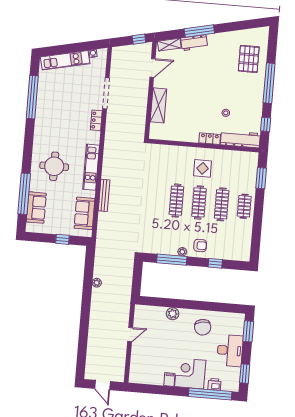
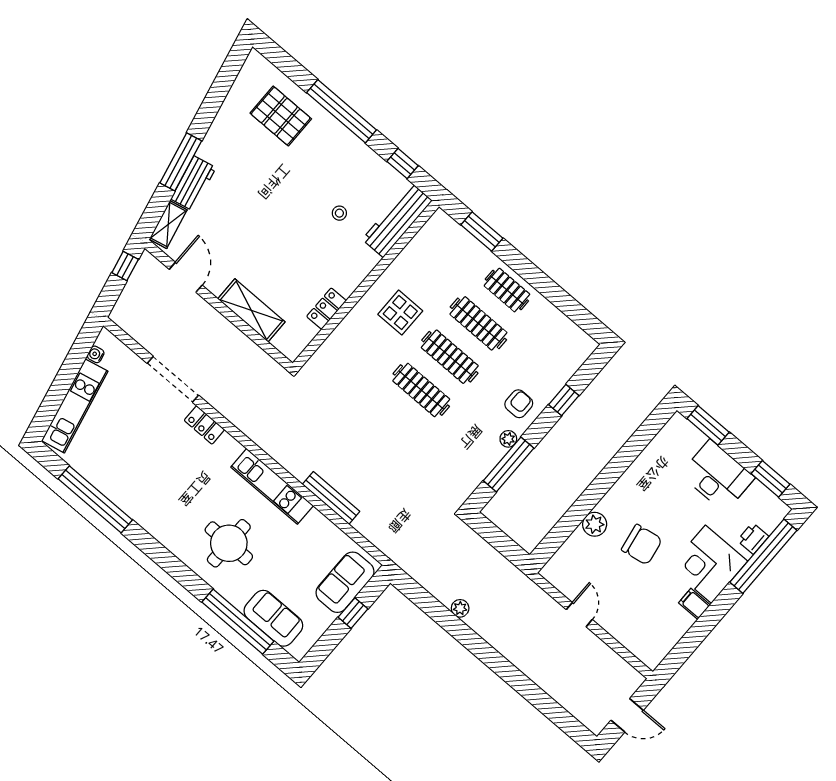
locker: (210, 139) -> (326, 309), moved
sofa: (85, 213) -> (345, 582), moved, turned 90
chair: (203, 327) -> (642, 545), moved

